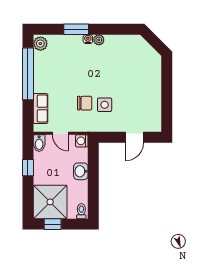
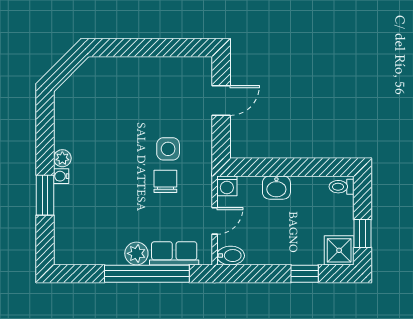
plant: (40, 44) -> (136, 253), moved
window: (28, 74) -> (147, 274), moved
door: (134, 137) -> (221, 100), hinge flipped
window: (28, 168) -> (305, 274), moved
shower: (50, 202) -> (339, 250), width x0.54, depth x0.54

